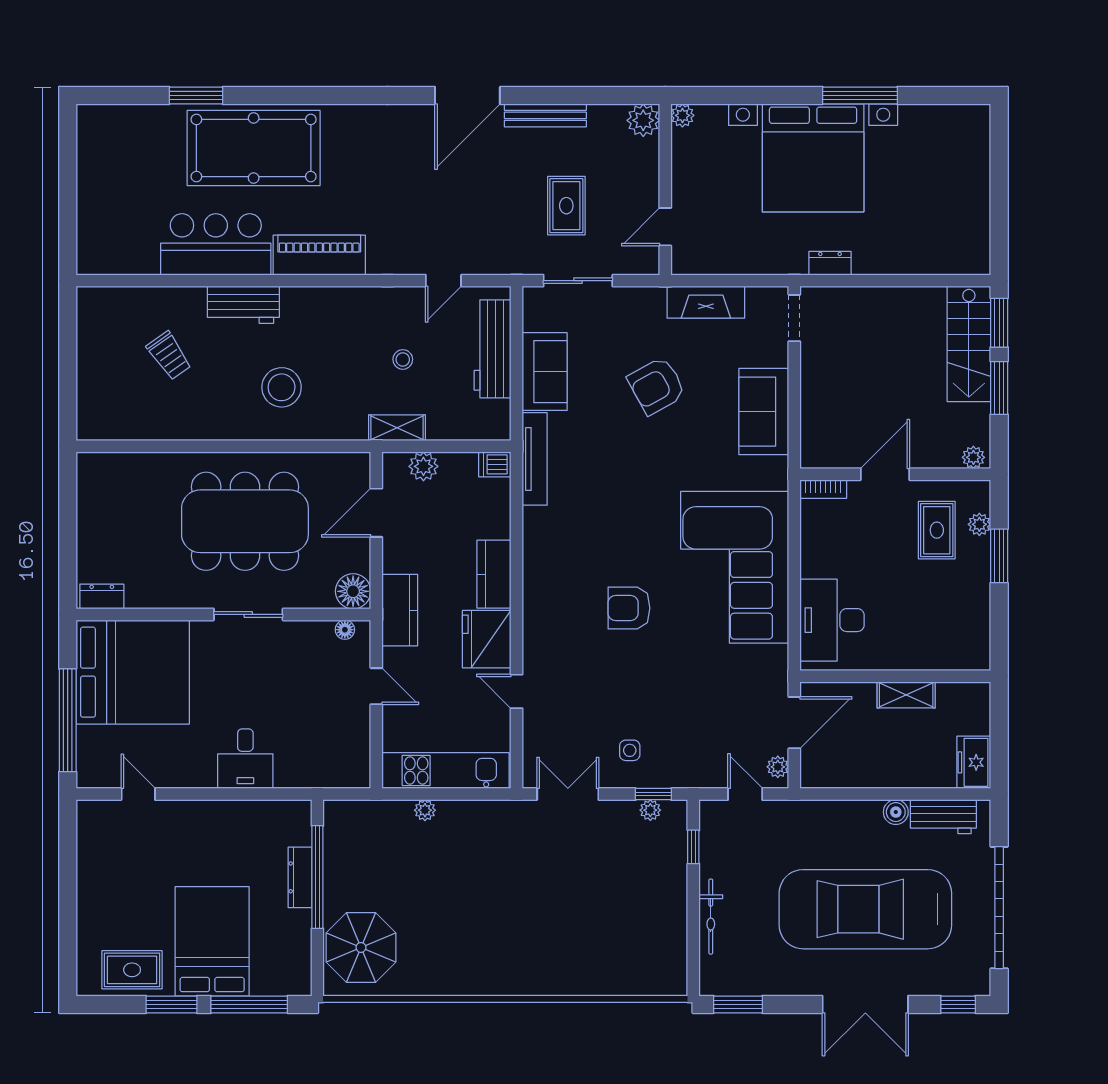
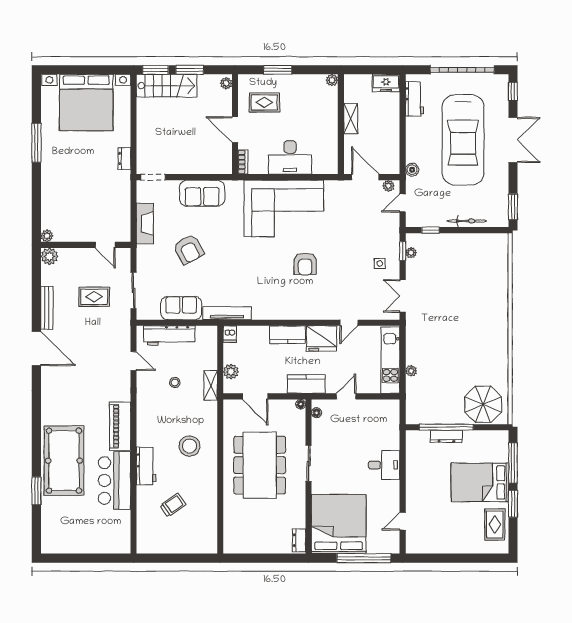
bed with nightstands: (813, 158) -> (86, 103), moved, turned 90
plant: (979, 524) -> (332, 80), moved
floor lamp: (353, 591) -> (301, 404), width x0.53, depth x0.53
desk: (832, 620) -> (290, 157), moved
boiler: (896, 812) -> (412, 170), moved

